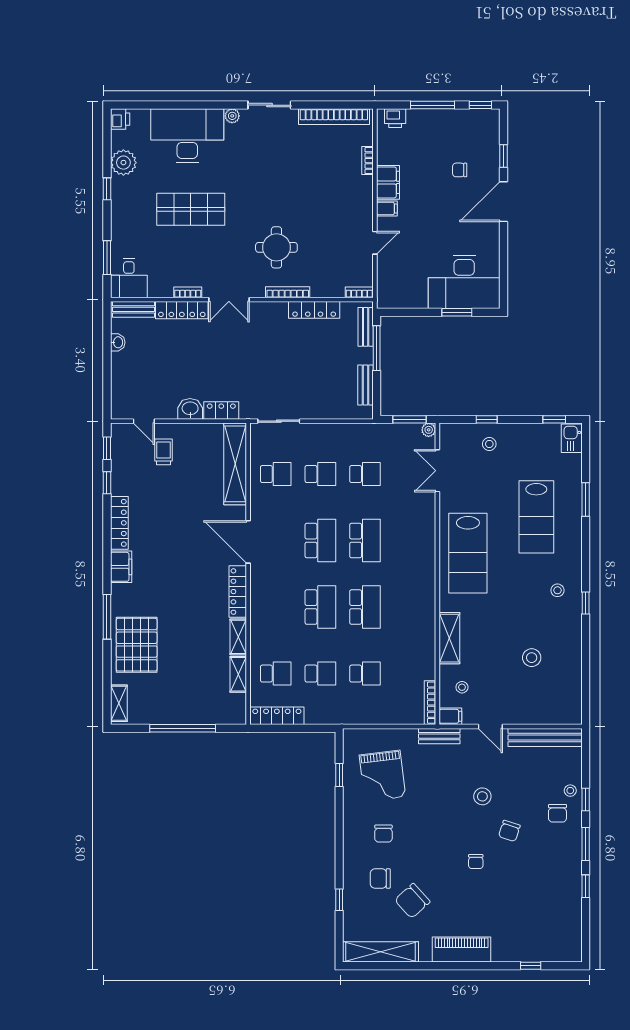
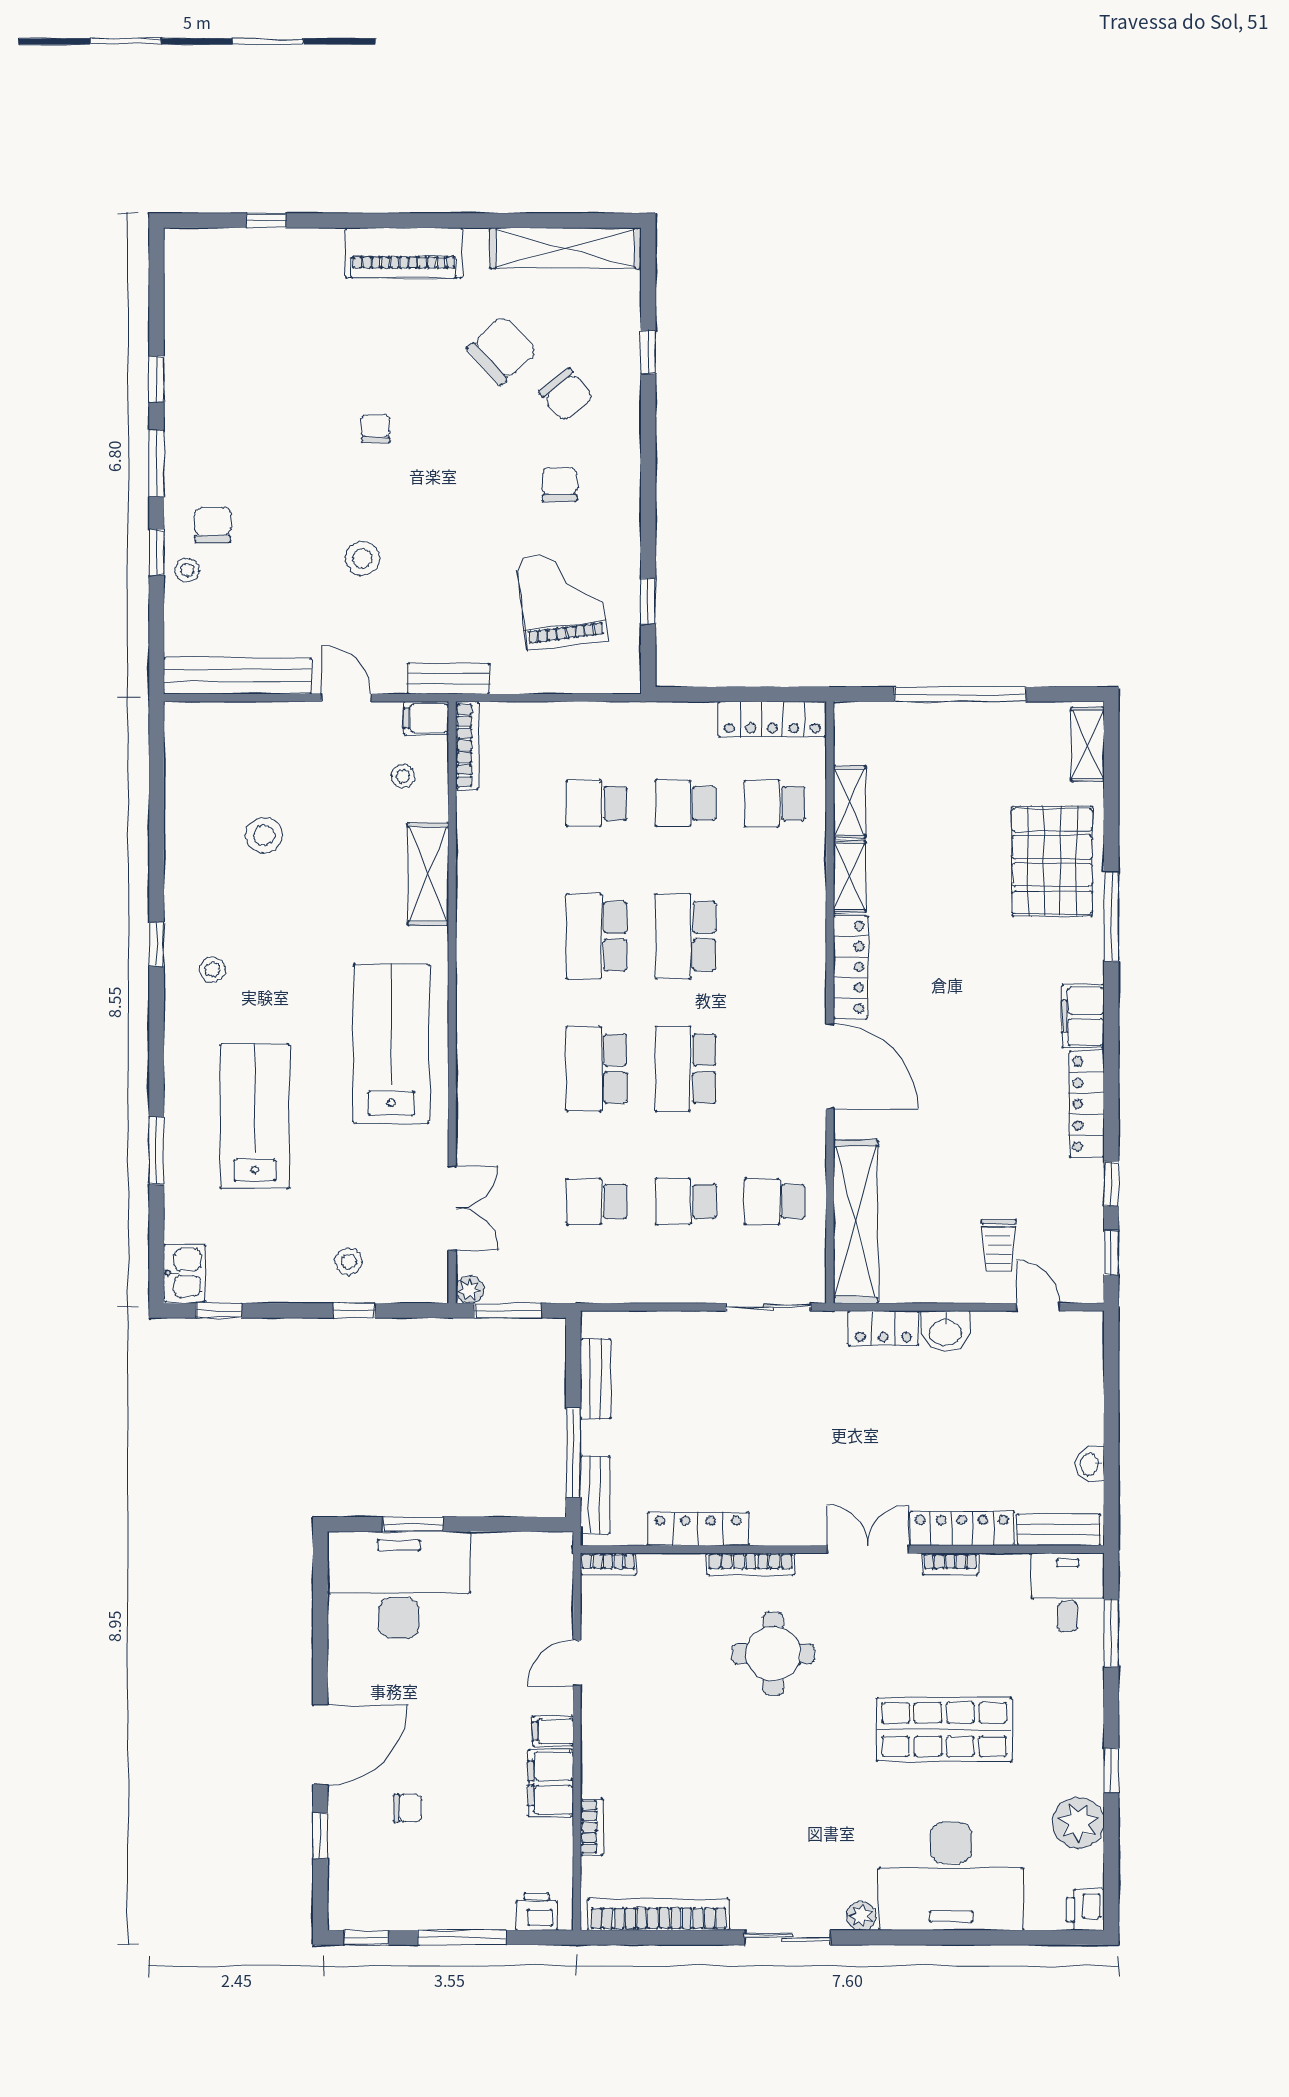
chair: (509, 831) -> (309, 490), removed
chair: (380, 879) -> (566, 395), turned 50

